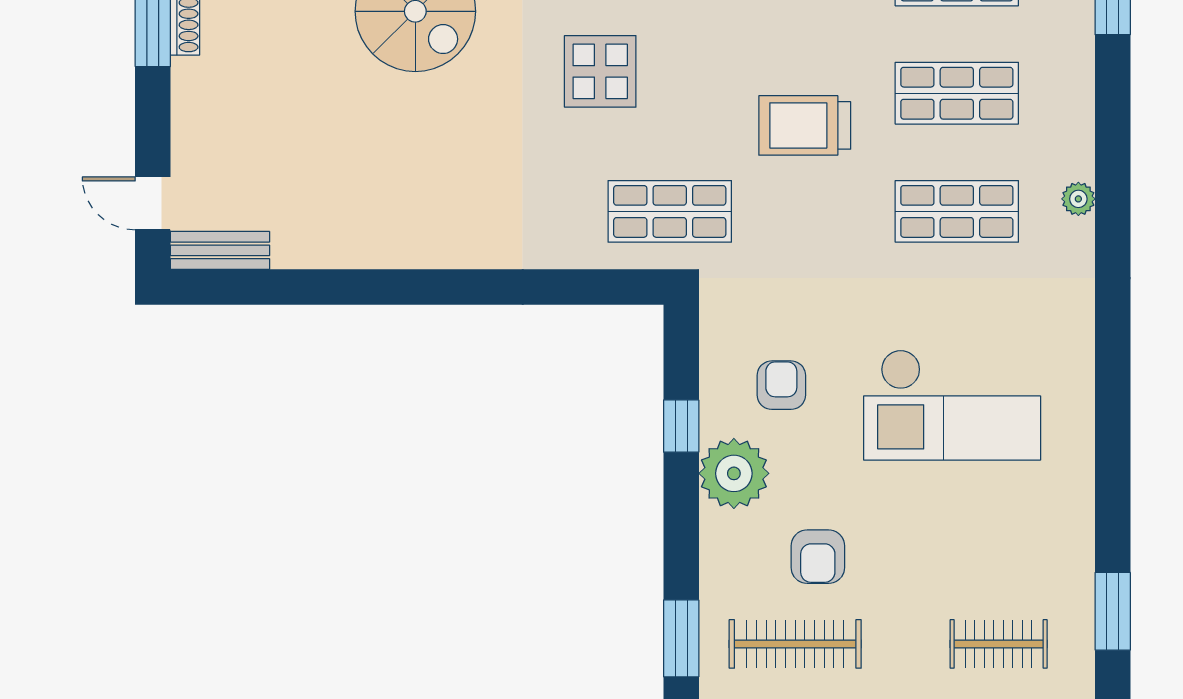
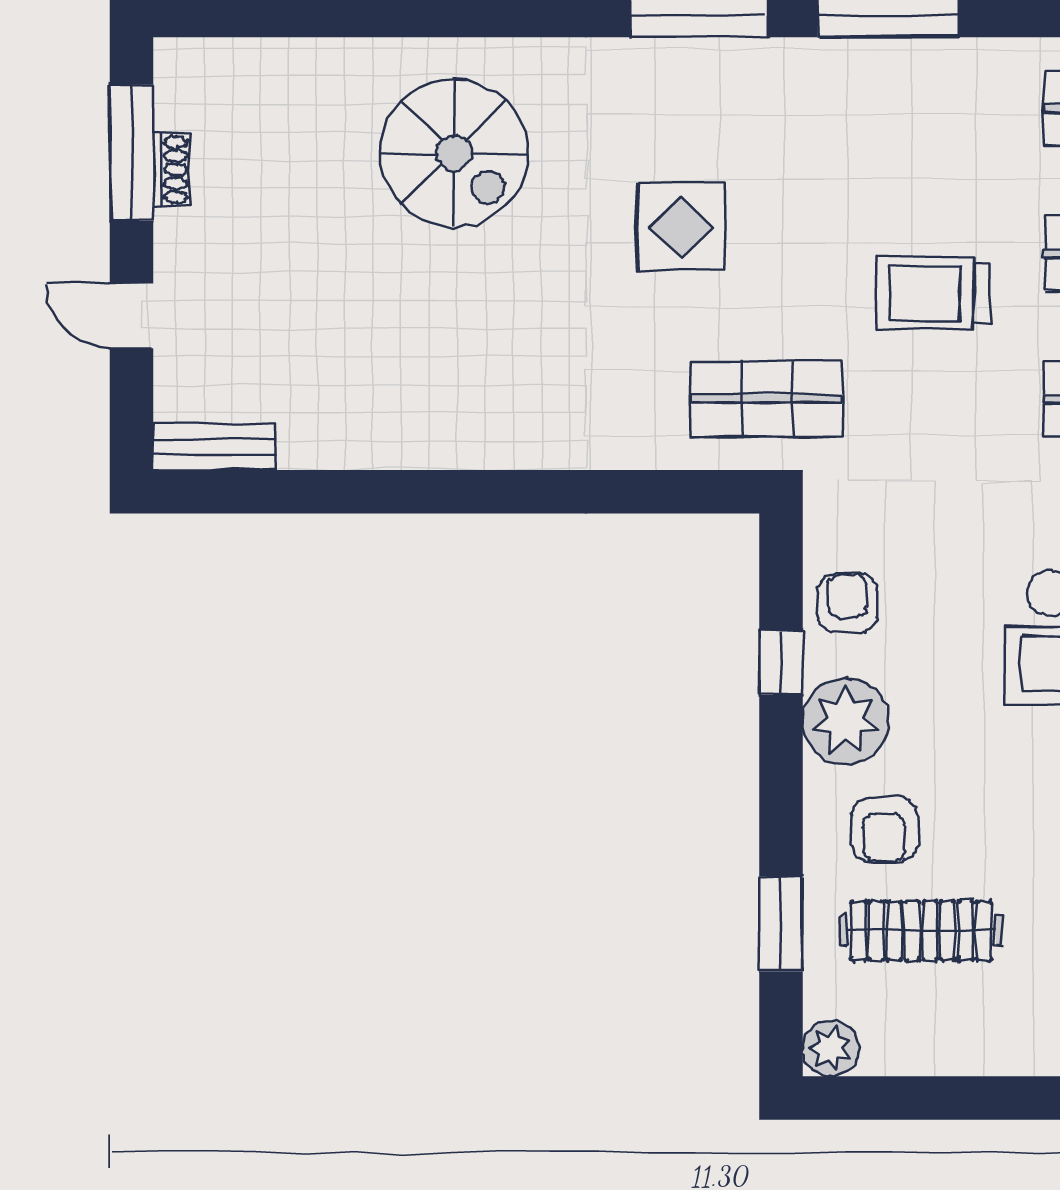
door: (153, 203) -> (131, 316), moved
armchair: (781, 385) -> (847, 603), moved
armchair: (818, 557) -> (884, 829), moved

